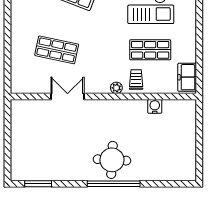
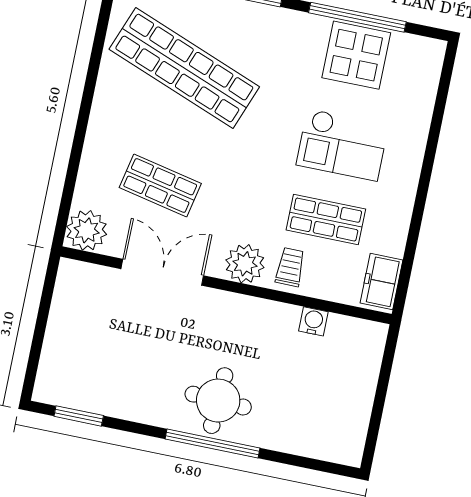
plant: (22, 82) -> (87, 230), added
plant: (116, 88) -> (245, 264), width x1.87, depth x1.87
double door: (67, 97) -> (162, 272), width x1.37

